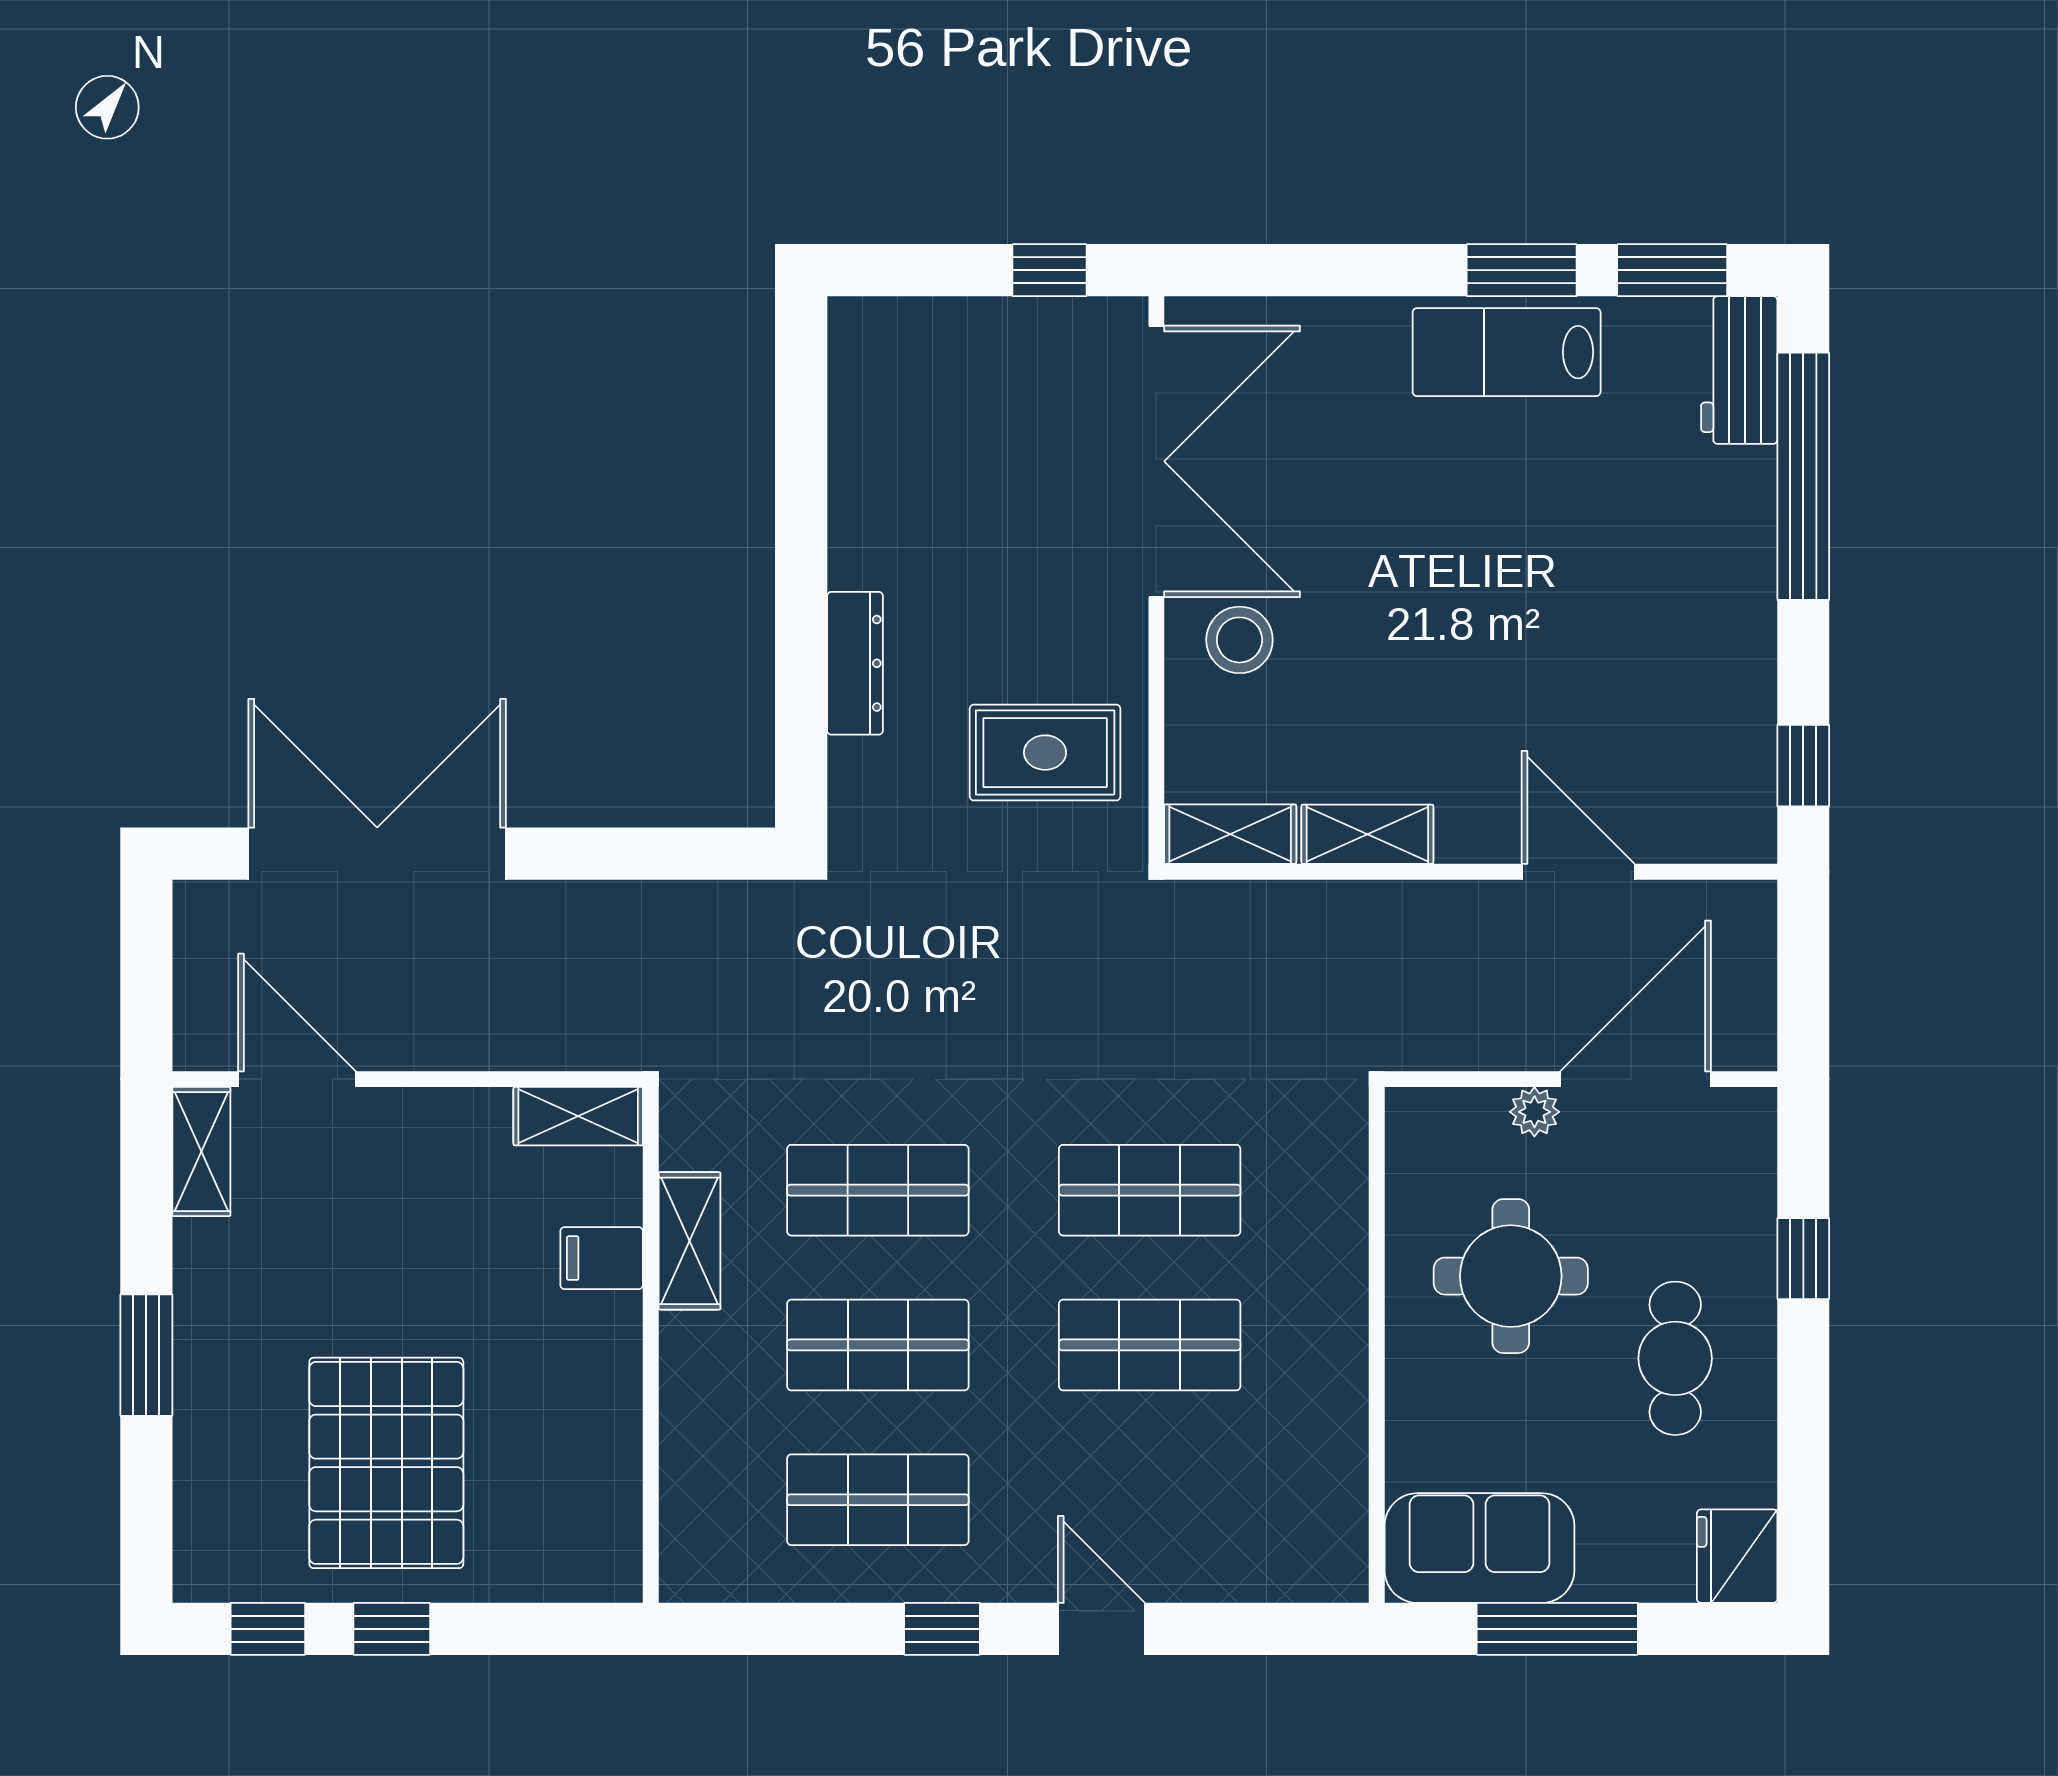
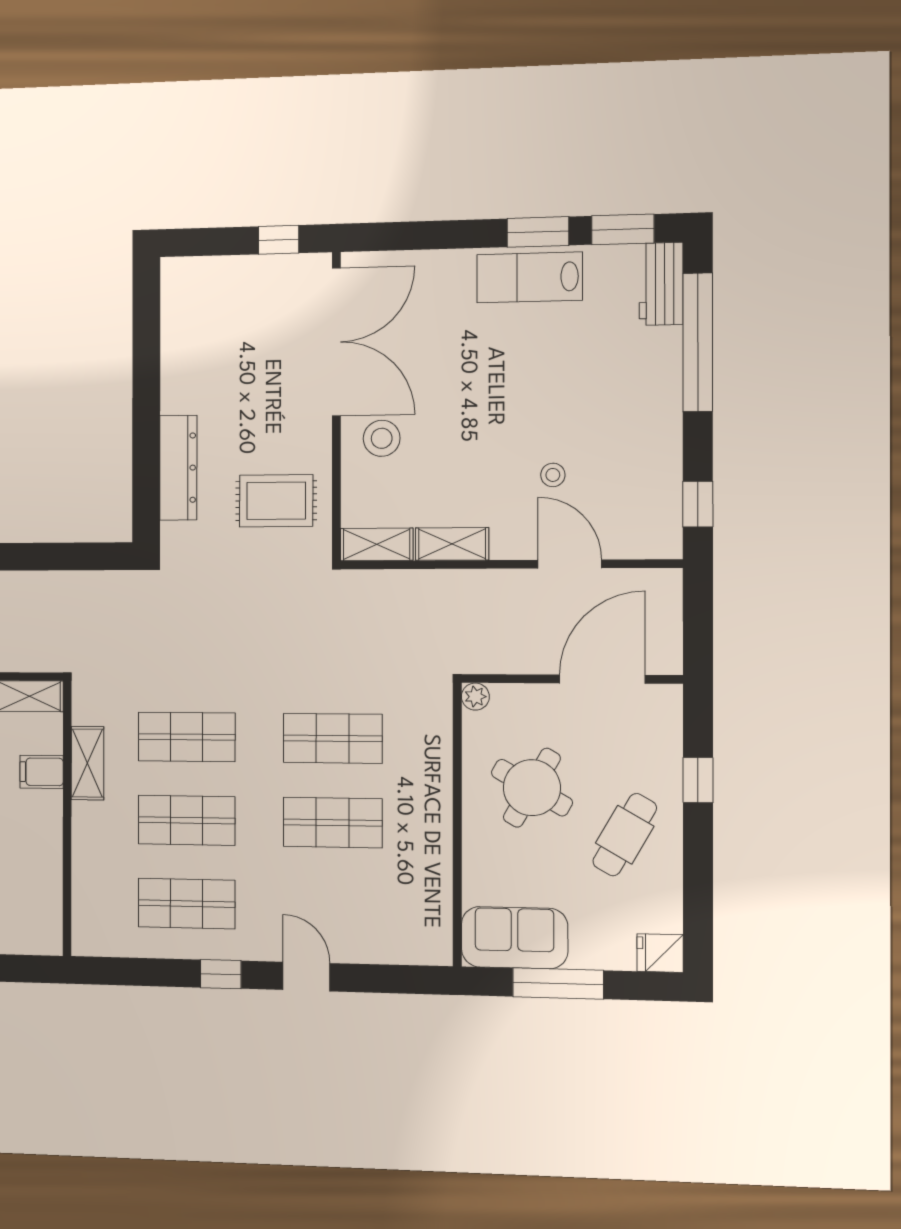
dresser: (855, 663) -> (178, 468), width x1.37, depth x1.24
stool: (1548, 711) -> (553, 475), added
plant: (1534, 1112) -> (475, 697), moved
round table: (1511, 1276) -> (532, 788), turned 30
cafe table: (1675, 1358) -> (625, 835), turned 30
fridge: (1737, 1556) -> (660, 953), width x0.72

